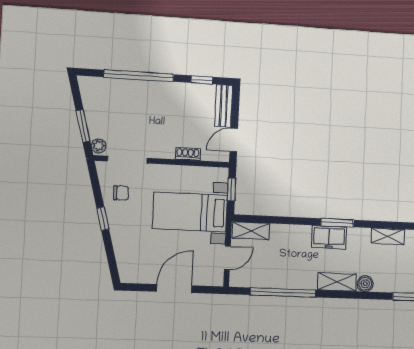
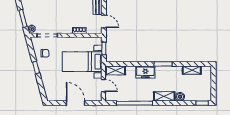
door: (234, 140) -> (104, 21), swing flipped
freezer: (329, 237) -> (145, 72), moved
door: (227, 258) -> (103, 86), hinge flipped
door: (174, 289) -> (76, 103), hinge flipped

